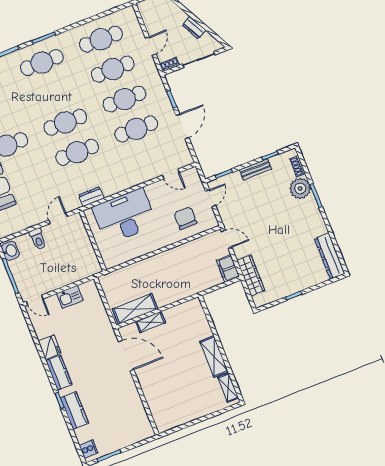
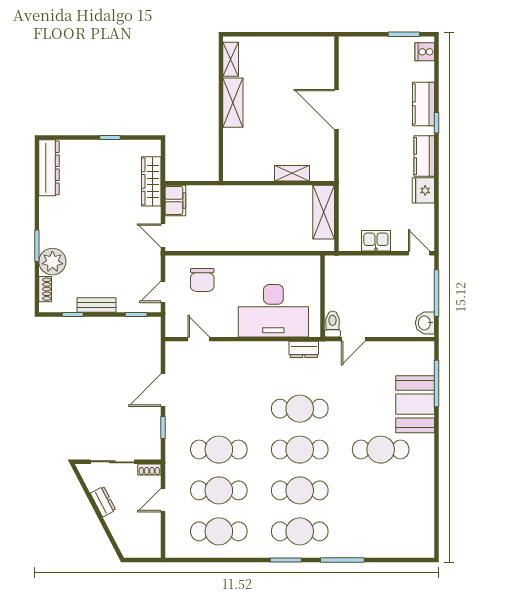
cafe table: (136, 129) -> (300, 490), moved
toilet: (38, 239) -> (333, 324), moved
shelving: (135, 309) -> (324, 212), moved, turned 90
door: (126, 356) -> (337, 109), moved

